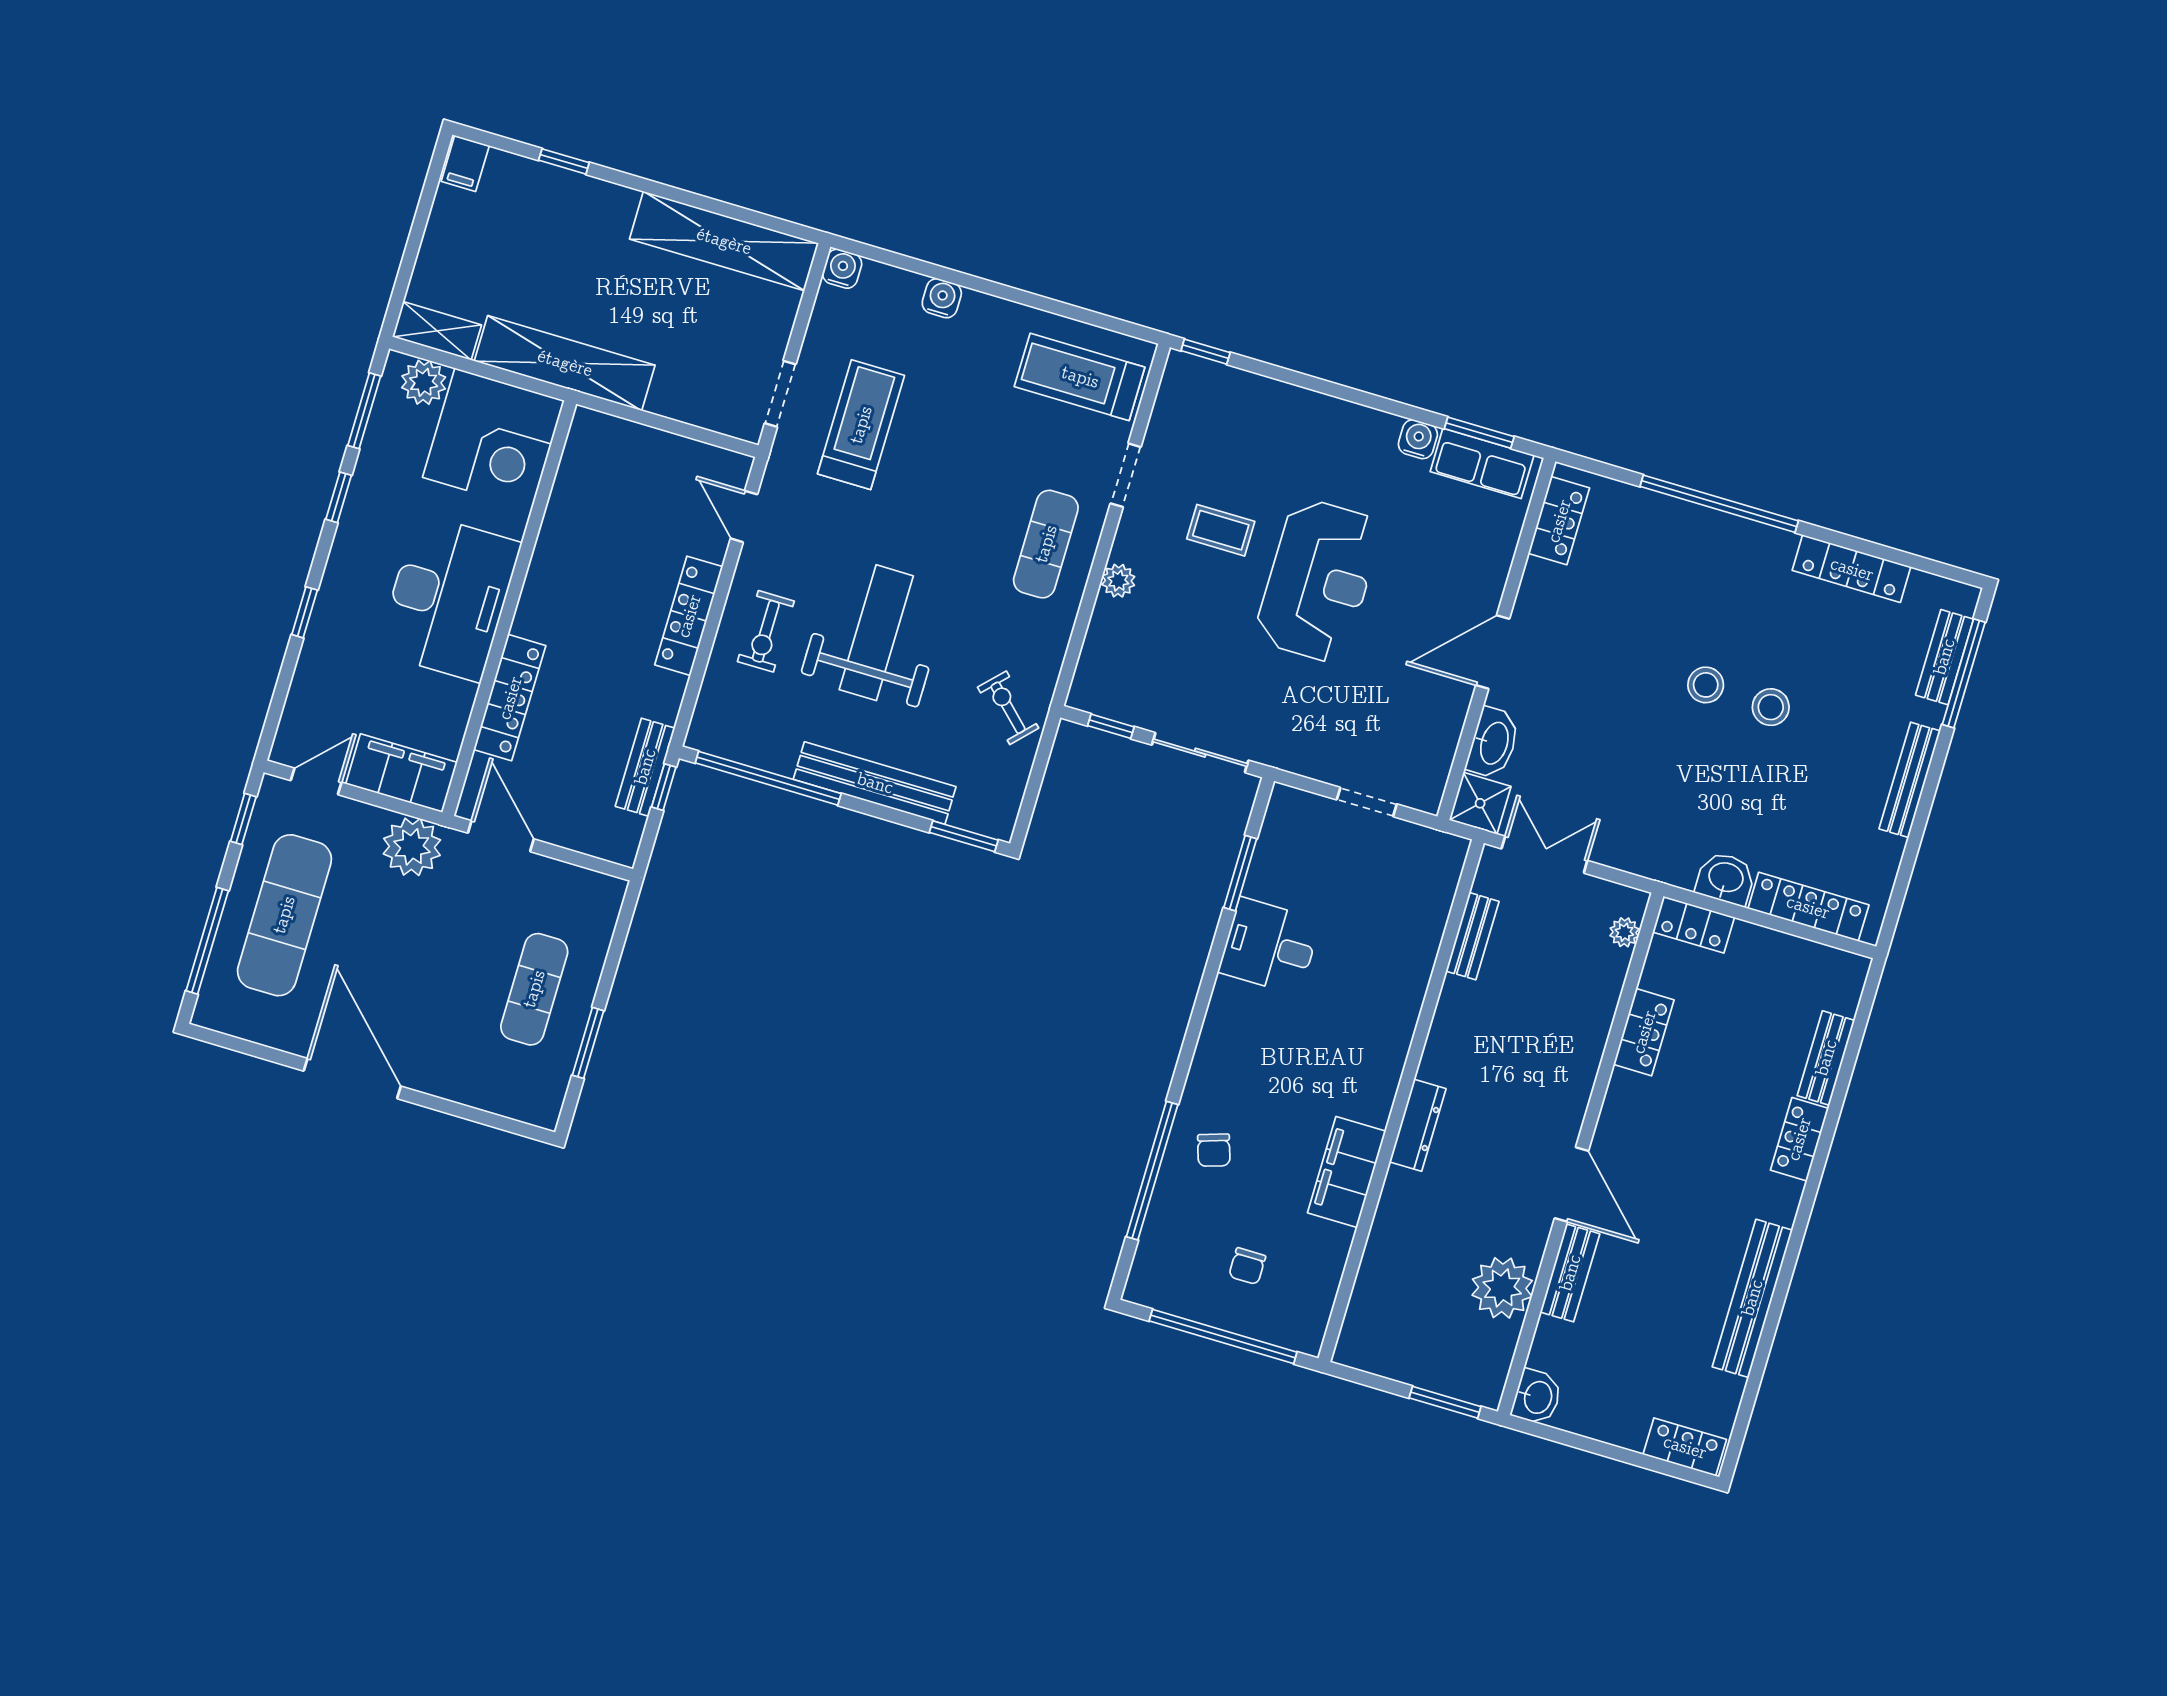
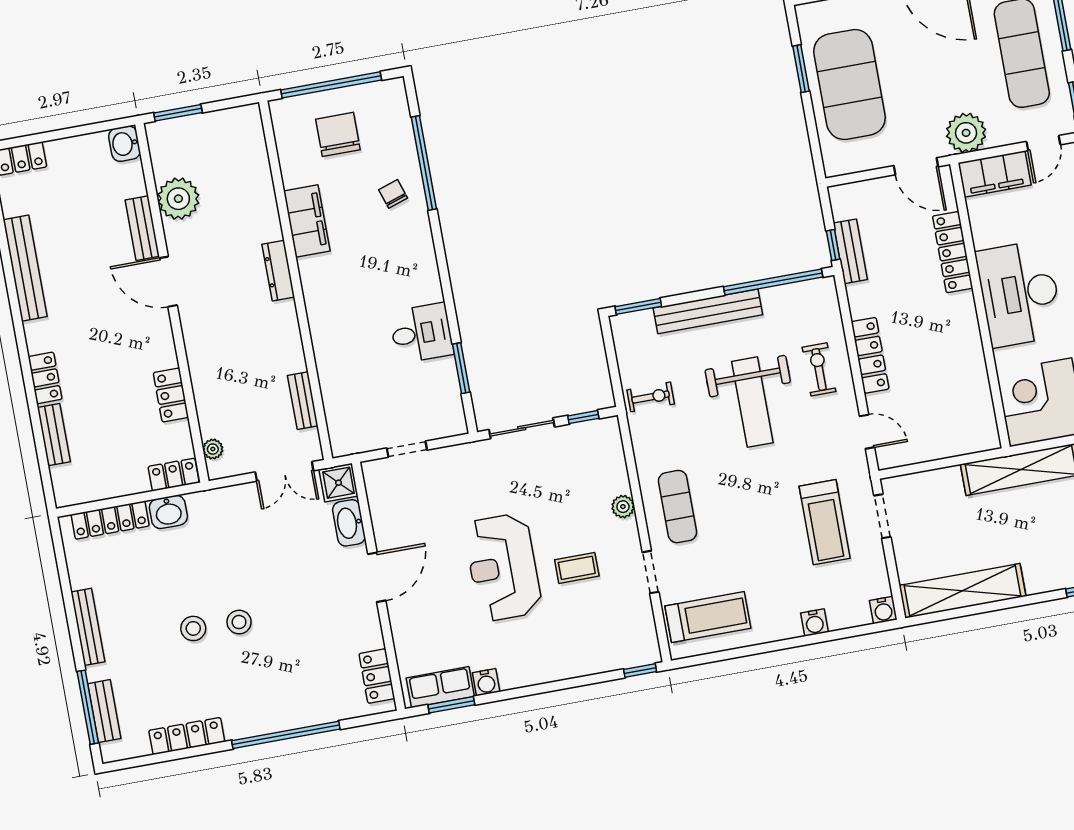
exercise bike: (1008, 708) -> (651, 397), turned -44
exercise mat: (534, 989) -> (850, 85), width x2.00, depth x1.45
chair: (1247, 1266) -> (338, 134), width x1.87, depth x1.87

